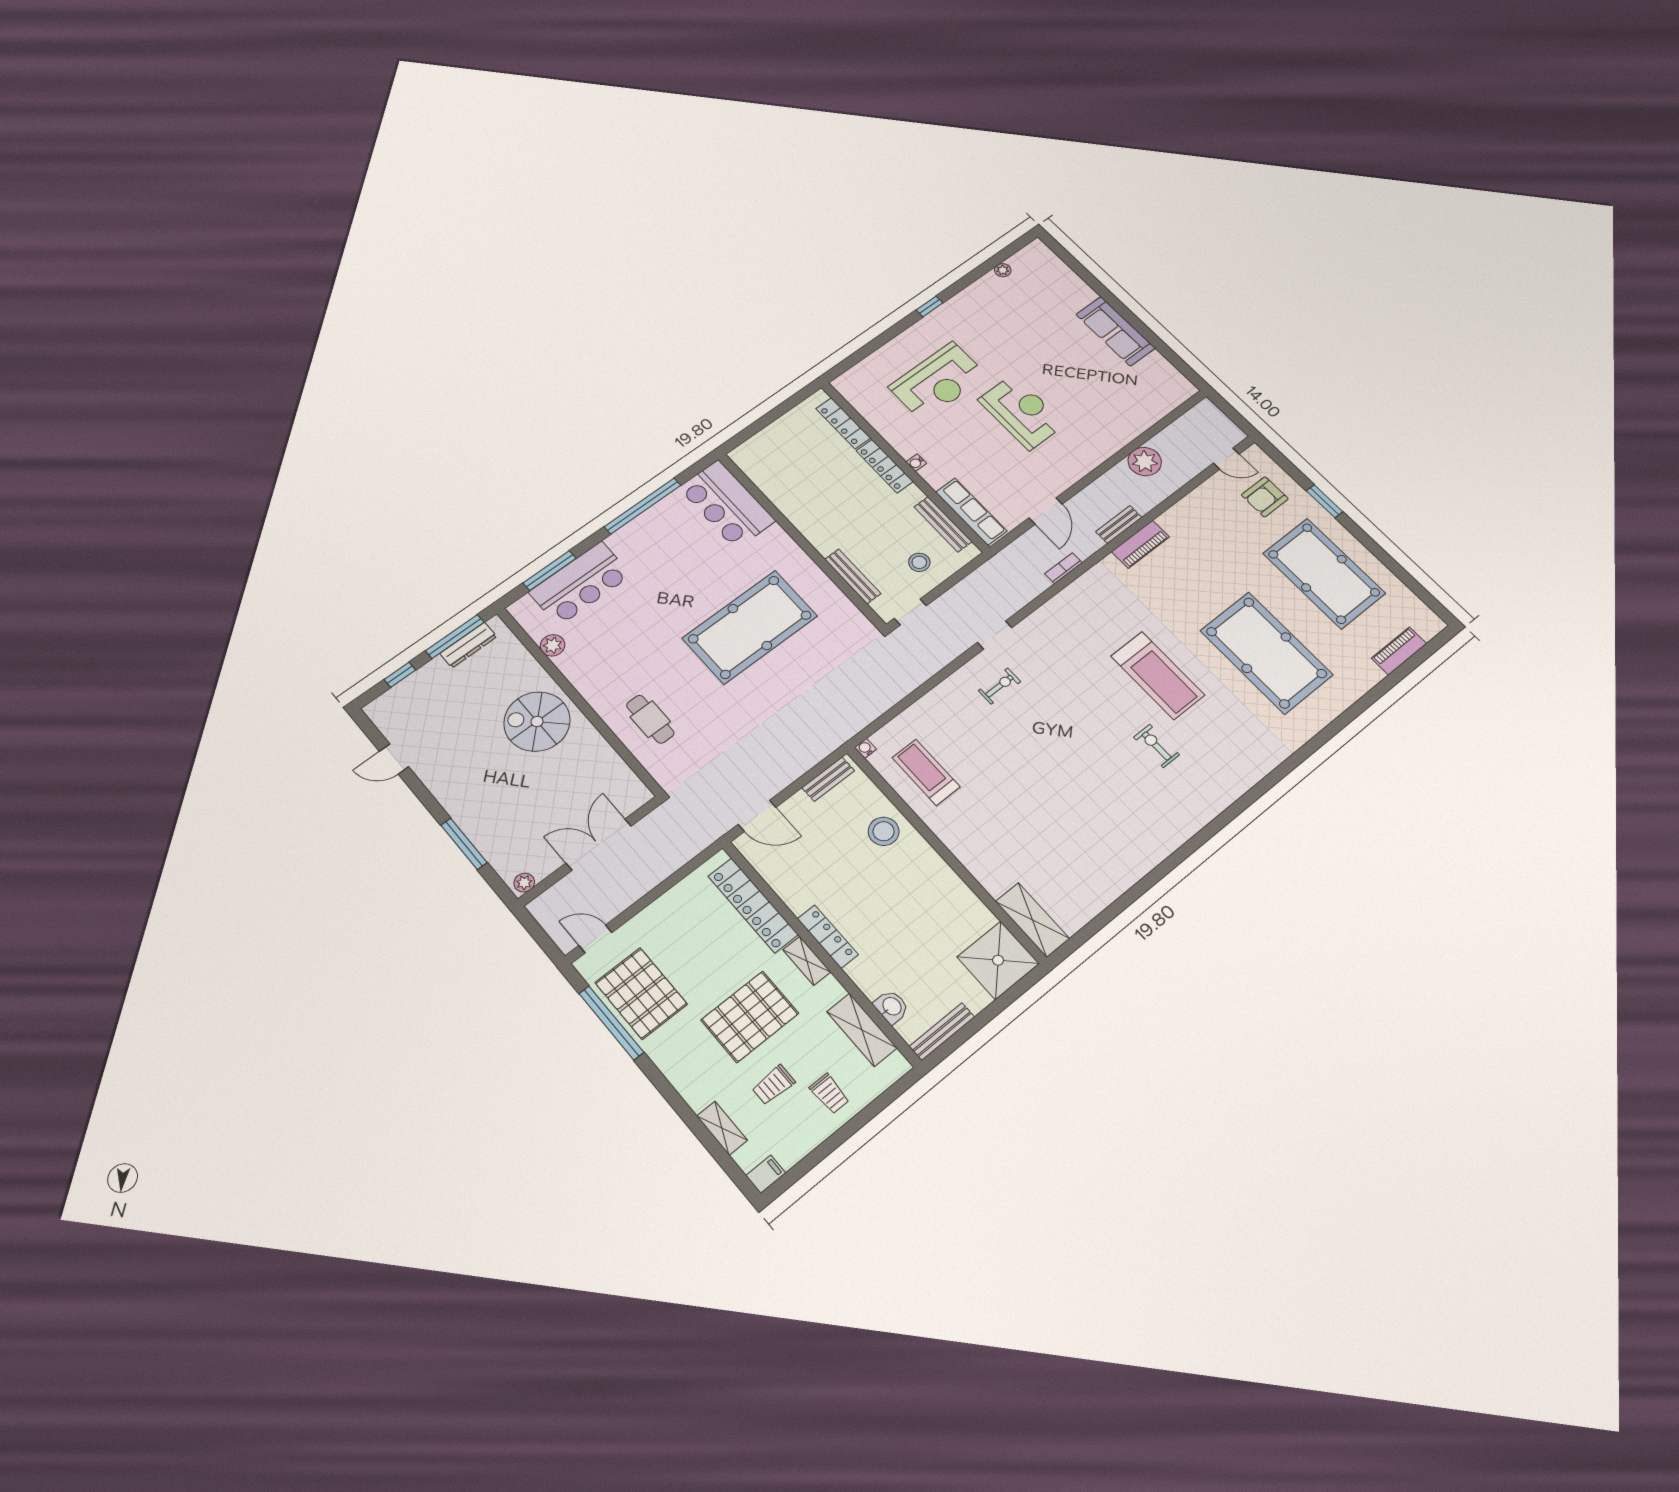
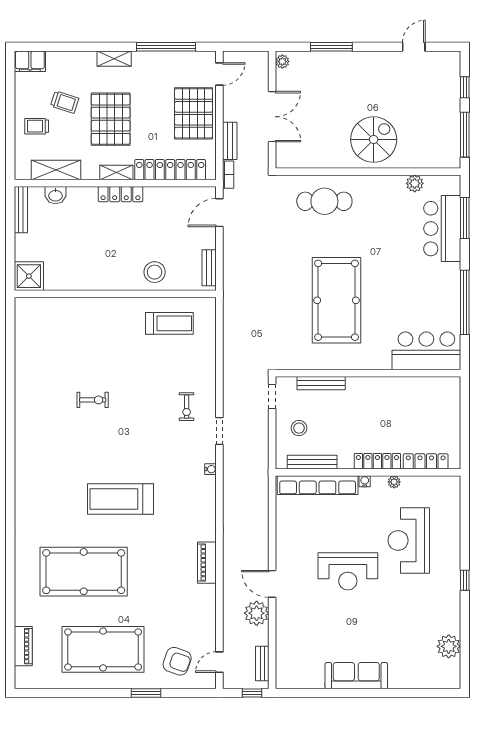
plant: (1003, 270) -> (449, 646), width x1.87, depth x1.87
window: (1226, 408) -> (252, 693), added
plant: (891, 436) -> (394, 482), added
armchair: (1265, 497) -> (177, 661), turned 109
door: (1046, 511) -> (272, 584), moved
row of seats: (971, 512) -> (318, 485), width x1.36
bench: (1119, 524) -> (262, 663), moved
bookcase: (1063, 568) -> (228, 175), moved
dresser: (468, 645) -> (453, 138), removed
cafe table: (650, 719) -> (324, 201), width x1.37, depth x1.35
exercise bike: (1157, 746) -> (93, 400), moved
water cooler: (866, 748) -> (210, 469), moved
bench: (665, 868) -> (230, 141), added
shelving: (1032, 920) -> (41, 308), removed
shower: (998, 960) -> (29, 276), width x0.73, depth x0.73
pallet: (641, 993) -> (194, 113), moved, turned 90
trolley: (774, 1085) -> (65, 102), turned 108
shelving: (722, 1128) -> (114, 59), moved
filing cabinet: (766, 1174) -> (30, 61), width x2.00

